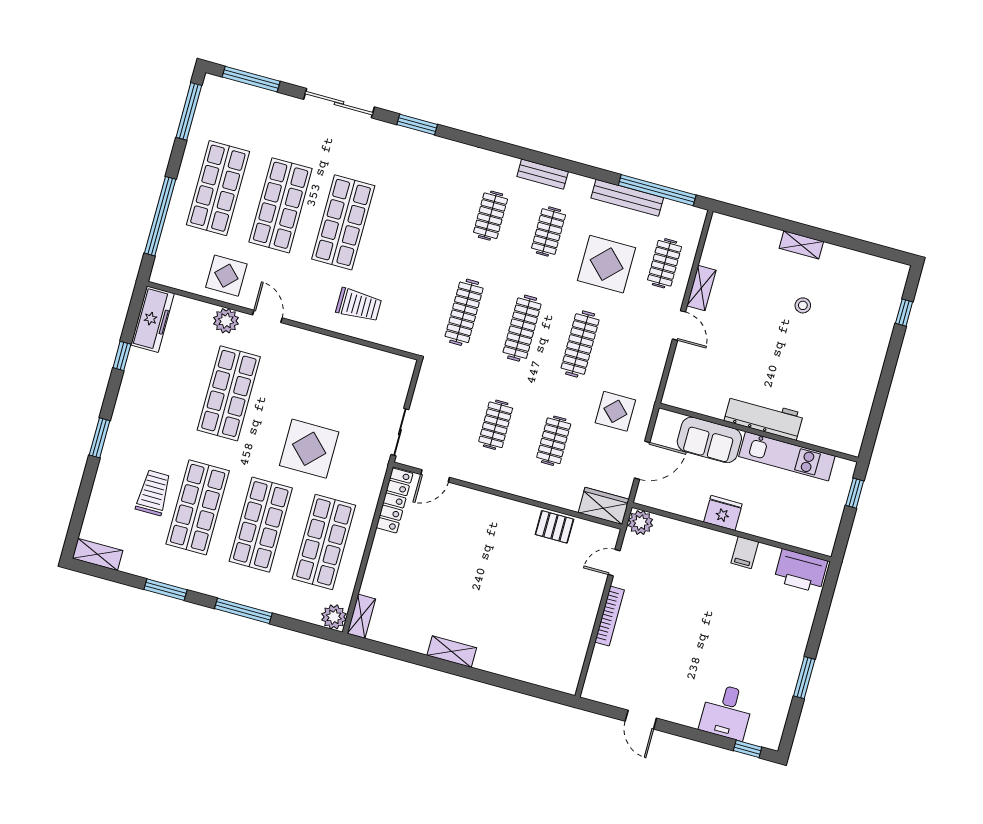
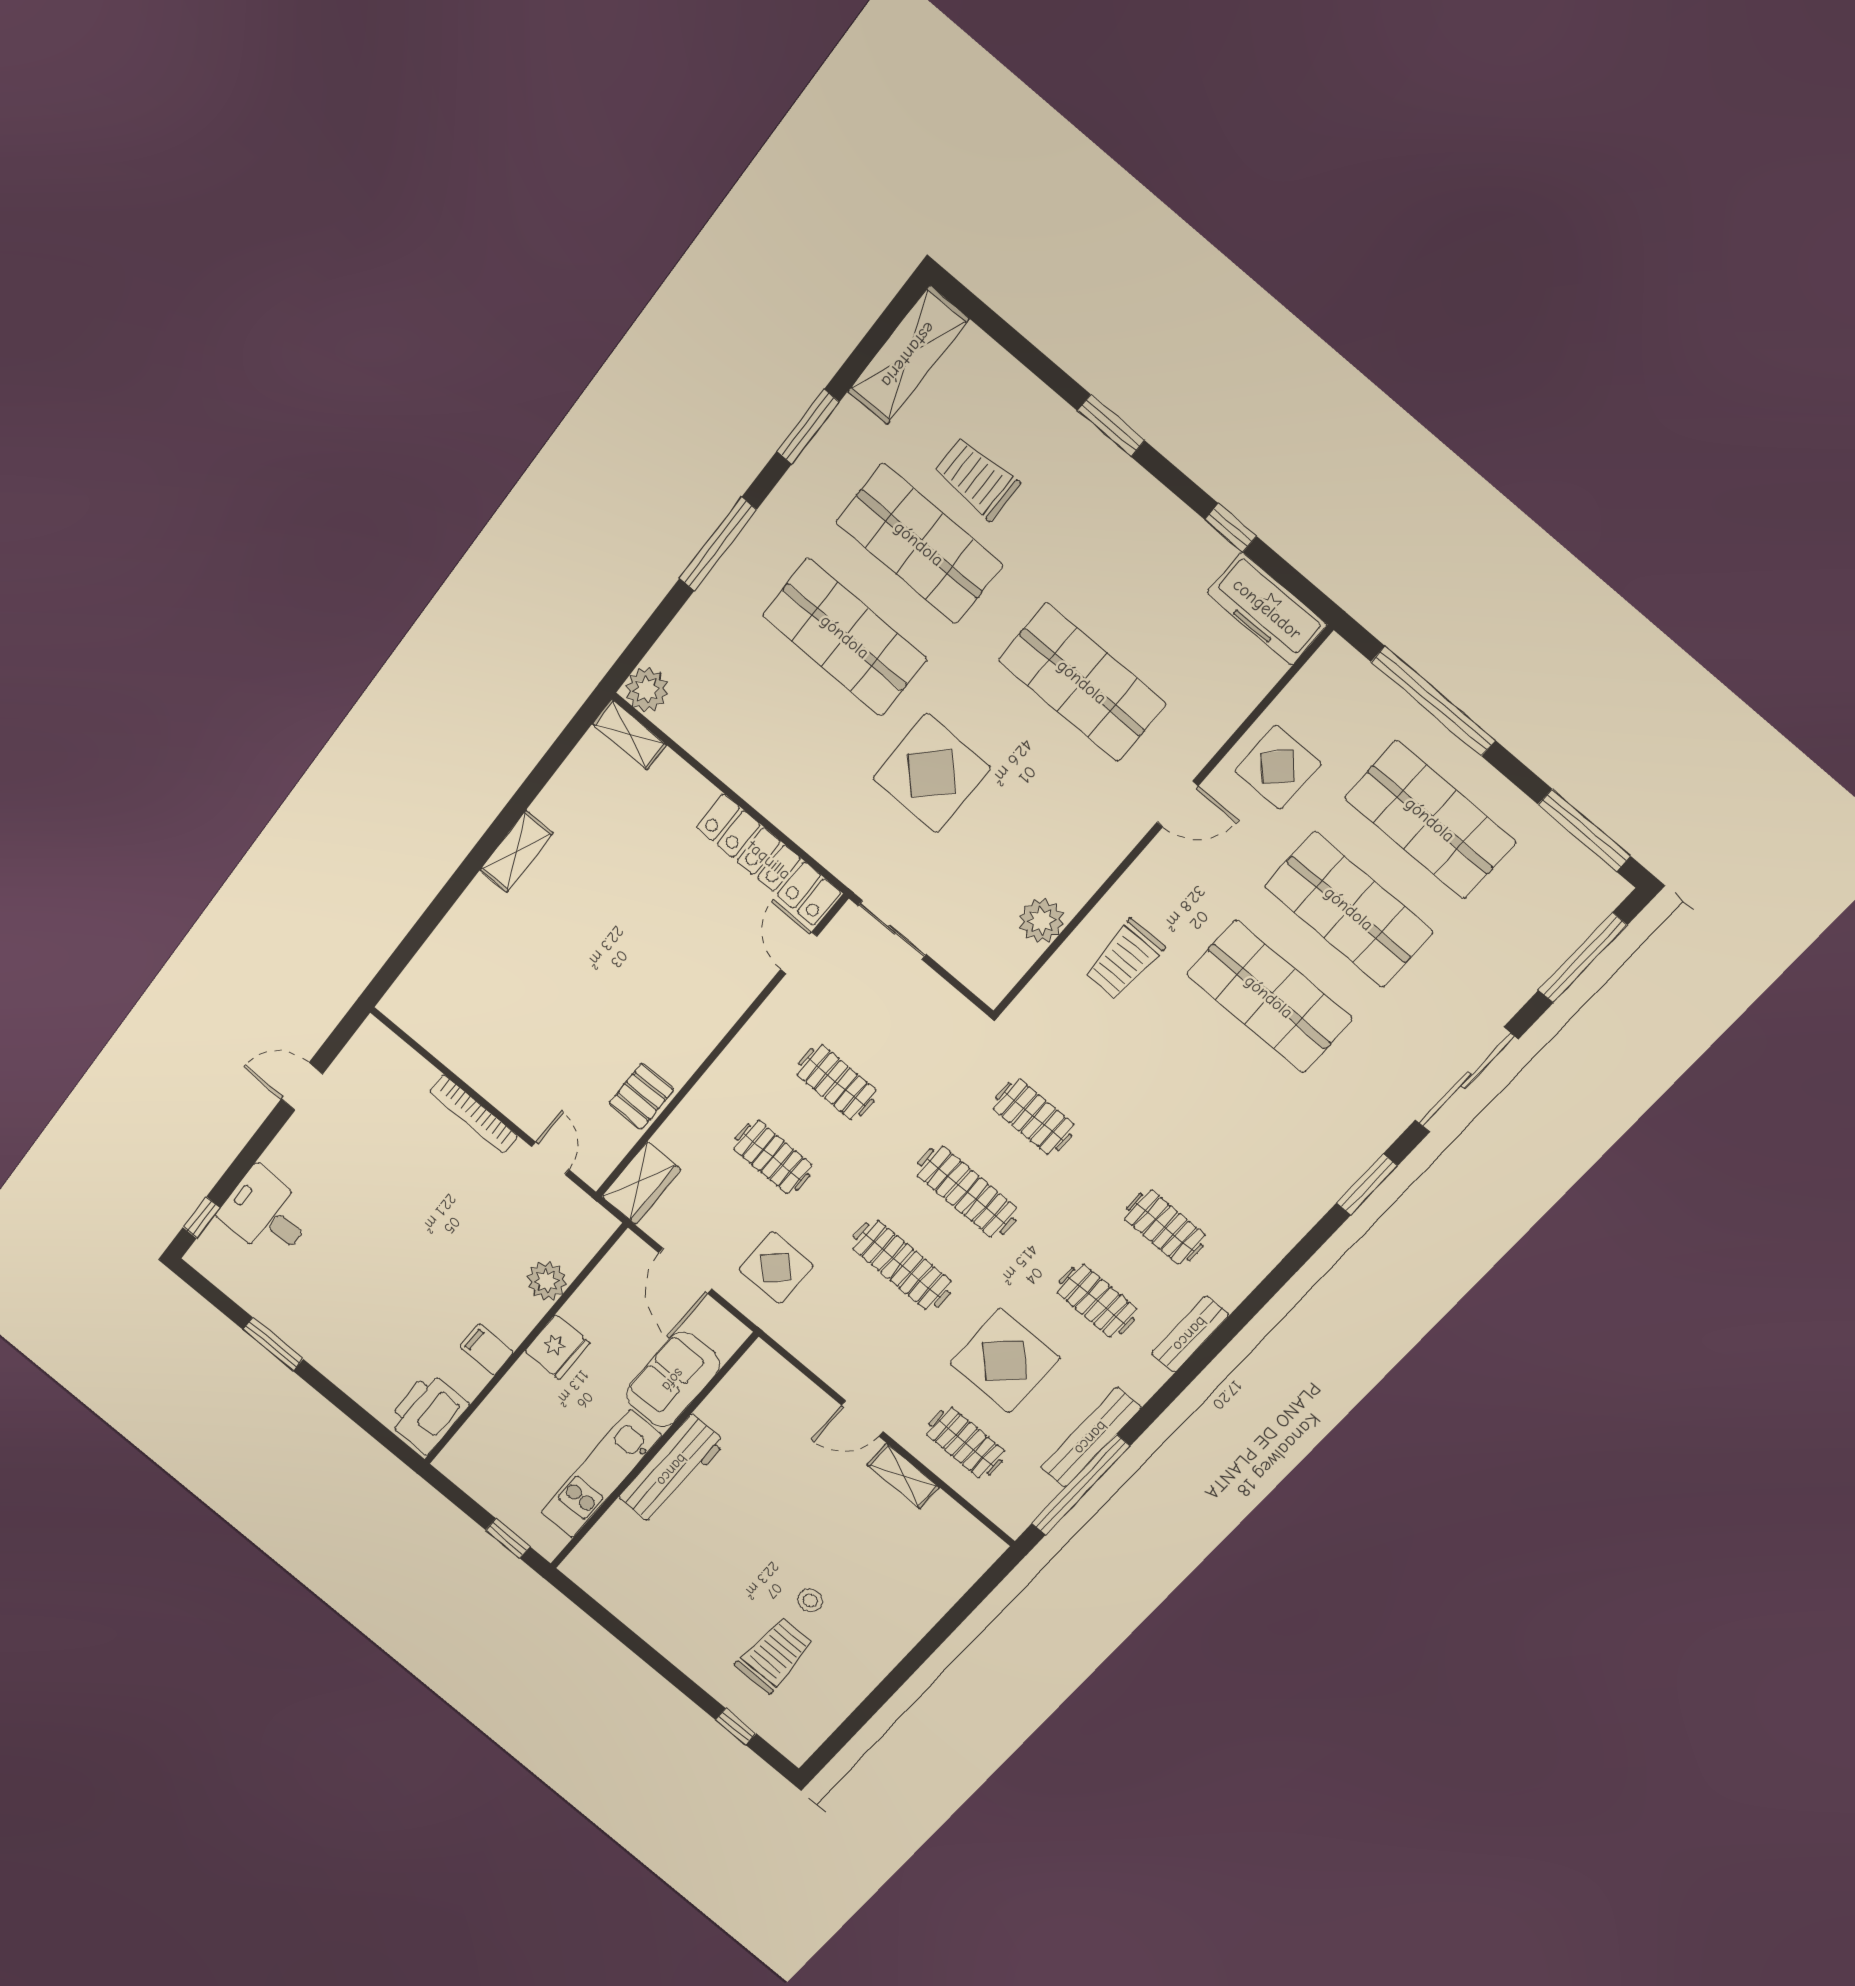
shelving: (801, 245) -> (900, 1641), removed
trolley: (847, 310) -> (775, 1655), added
clothes rail: (464, 312) -> (1034, 1117), width x0.73
plant: (226, 321) -> (1041, 921), moved
trolley: (153, 493) -> (977, 478), turned 180
locker: (394, 500) -> (769, 860), width x1.41, depth x1.21
plant: (640, 522) -> (547, 1281), moved
shop shelf: (324, 542) -> (772, 728), removed
shelving: (98, 554) -> (908, 355), width x1.50, depth x1.33

